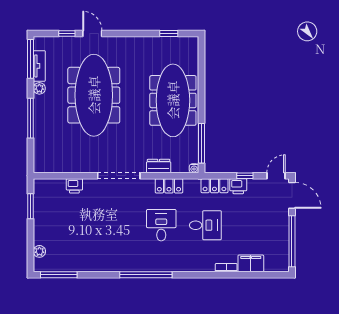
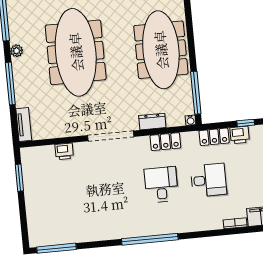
tv unit: (39, 66) -> (24, 125), moved
plant: (39, 251) -> (34, 225), removed

